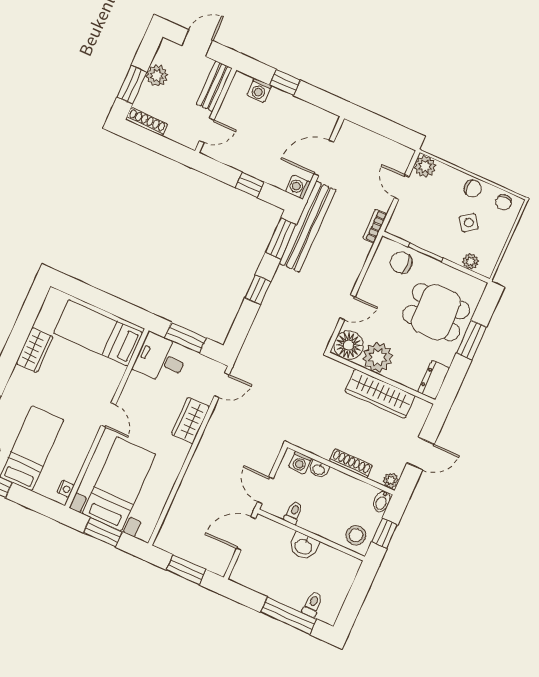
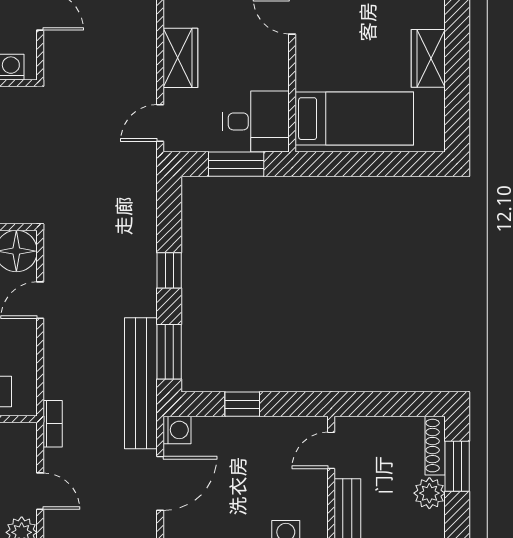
shoe rack: (147, 122) -> (435, 446), moved, turned 90

